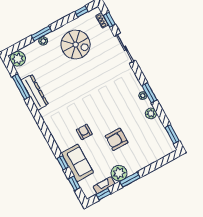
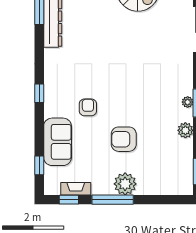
window: (63, 163) -> (39, 93), moved
plant: (119, 173) -> (125, 184), moved
window: (130, 180) -> (113, 200), width x1.44

